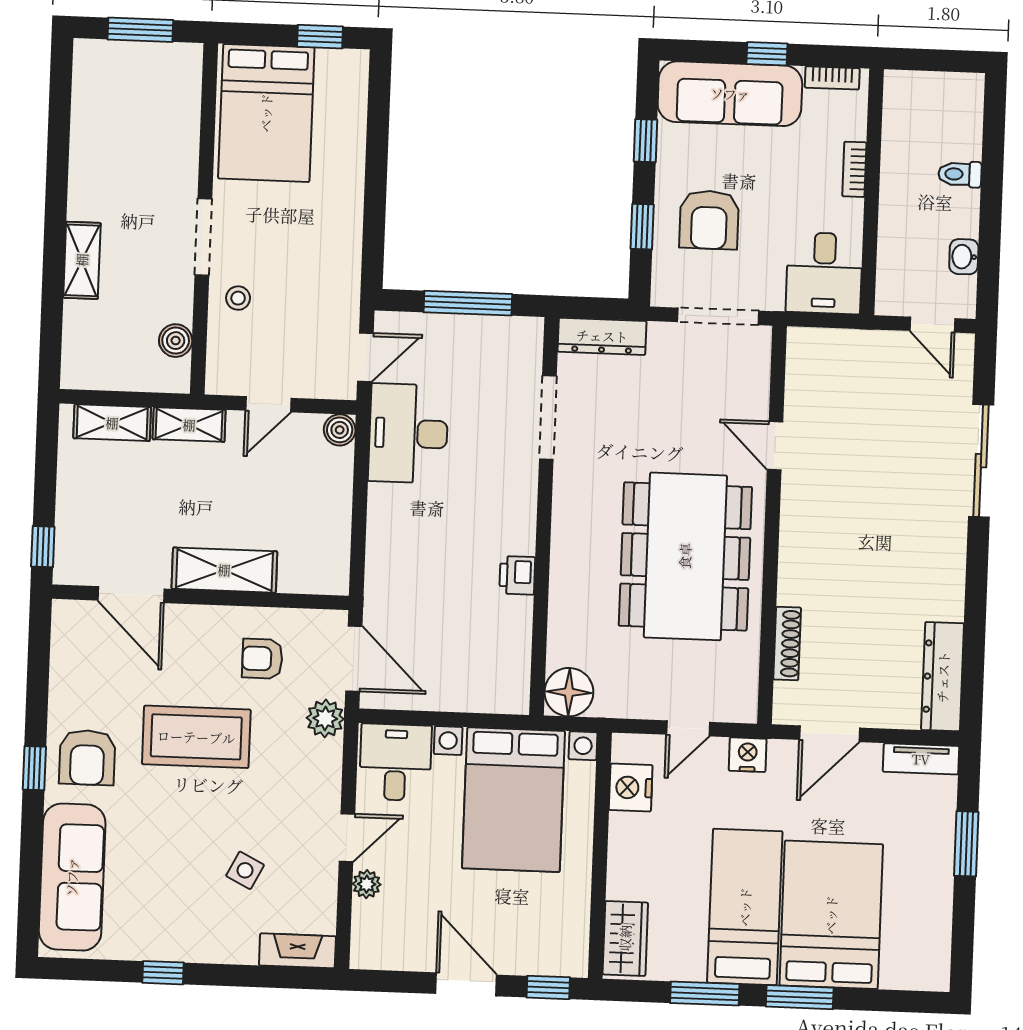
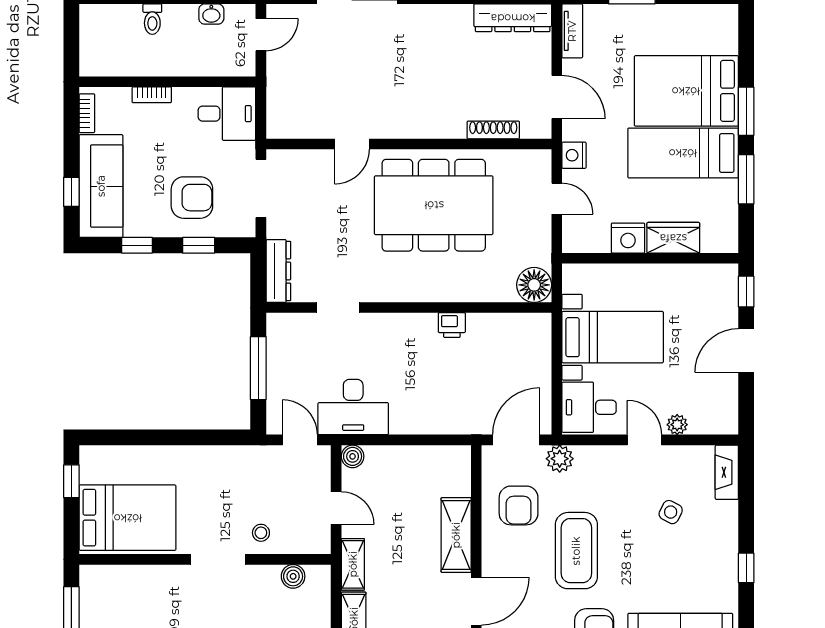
window: (767, 54) -> (71, 192), moved
doorway: (548, 418) -> (338, 308), width x0.73
armchair: (262, 659) -> (519, 505), width x1.38, depth x1.38
nightstand: (631, 788) -> (628, 238), moved
bed with nightstands: (513, 800) -> (613, 337), width x0.73
wardrobe: (625, 938) -> (673, 238), moved

